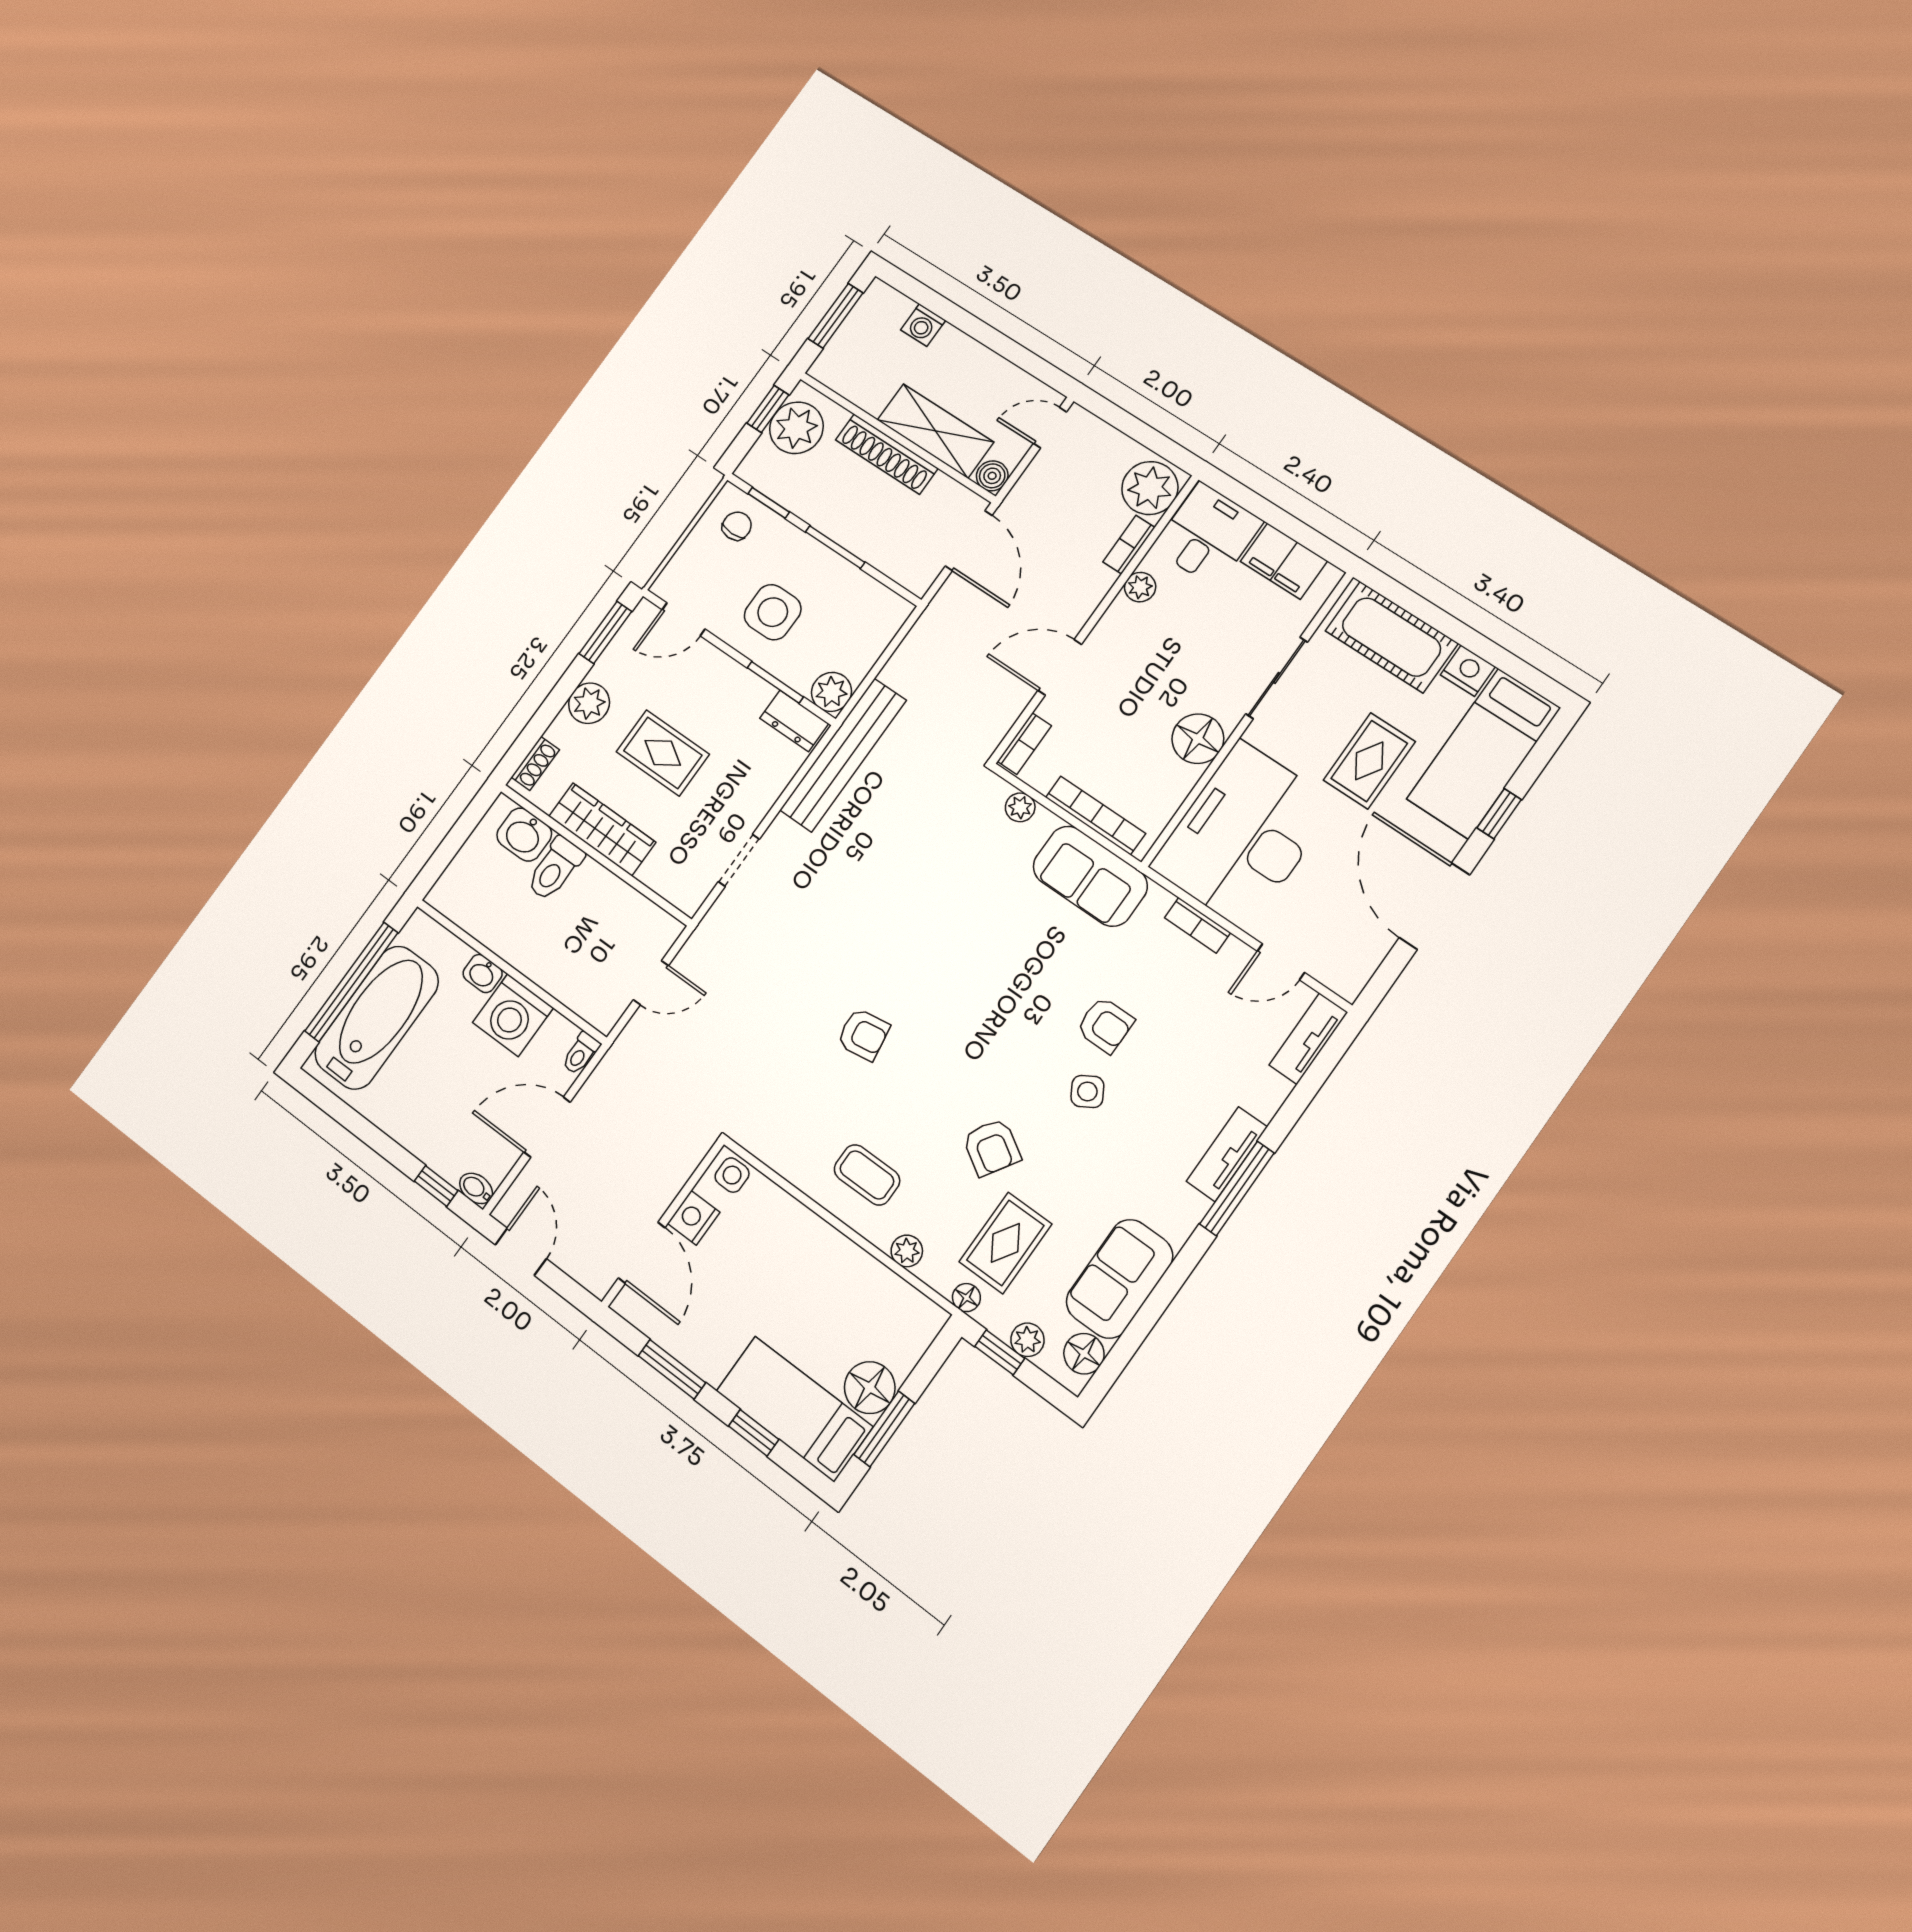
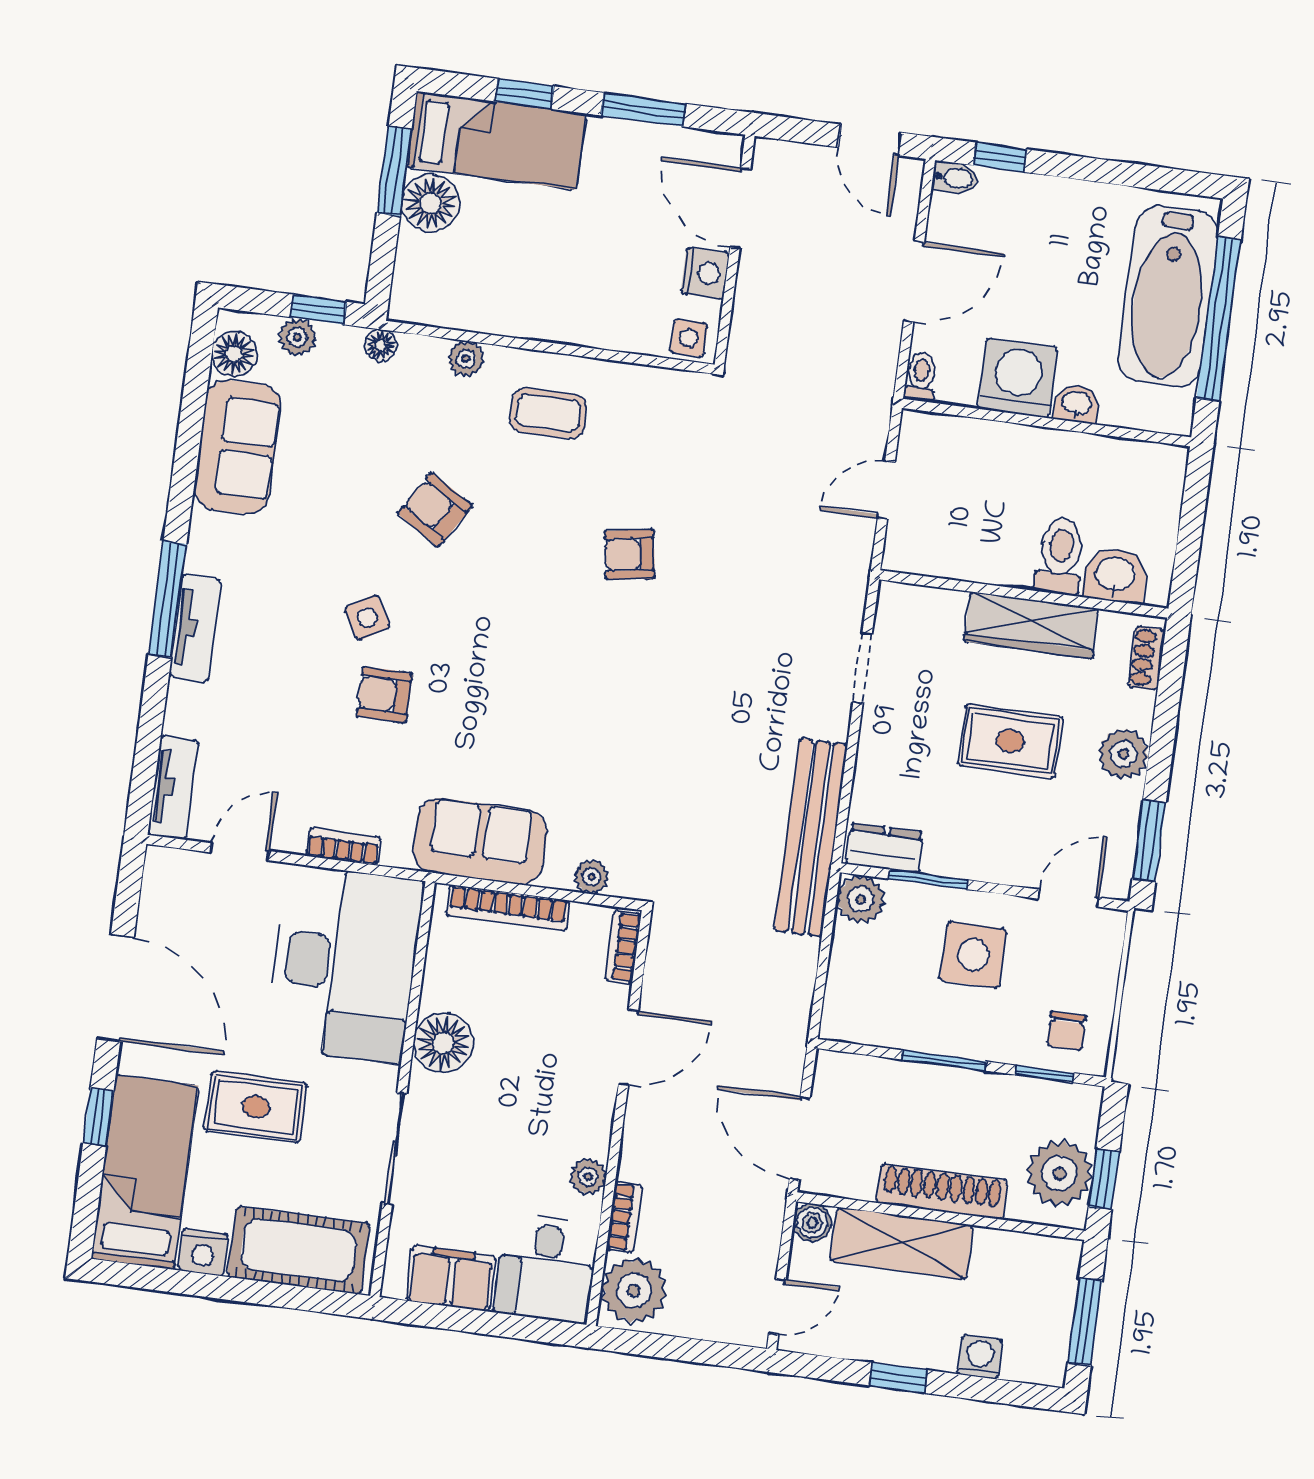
window: (989, 337) -> (898, 1378), added
rug: (1369, 761) -> (256, 1107), turned 90
rug: (1005, 1243) -> (370, 421), removed

